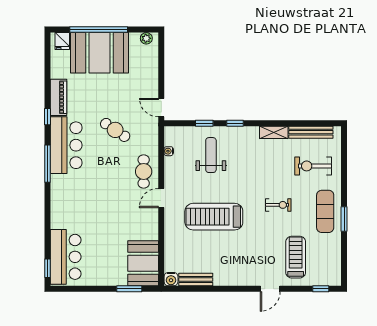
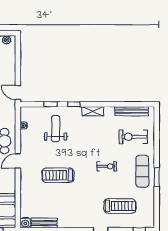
shelving: (274, 132) -> (93, 111), moved
treadmill: (214, 217) -> (58, 175), width x0.73, depth x0.73
treadmill: (296, 257) -> (120, 206), turned 90

